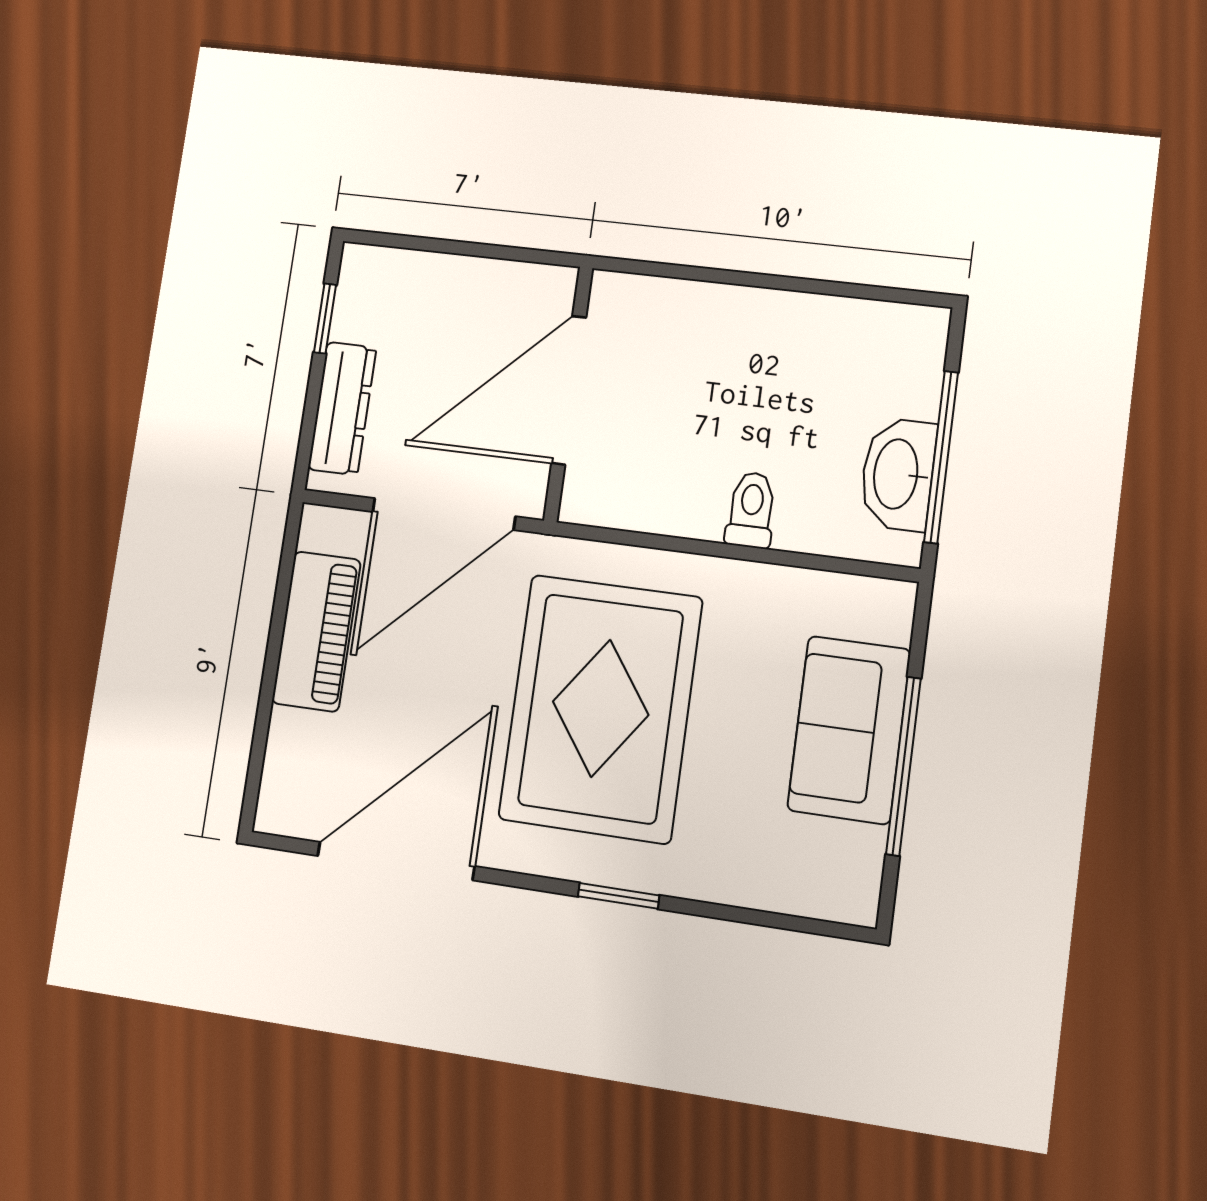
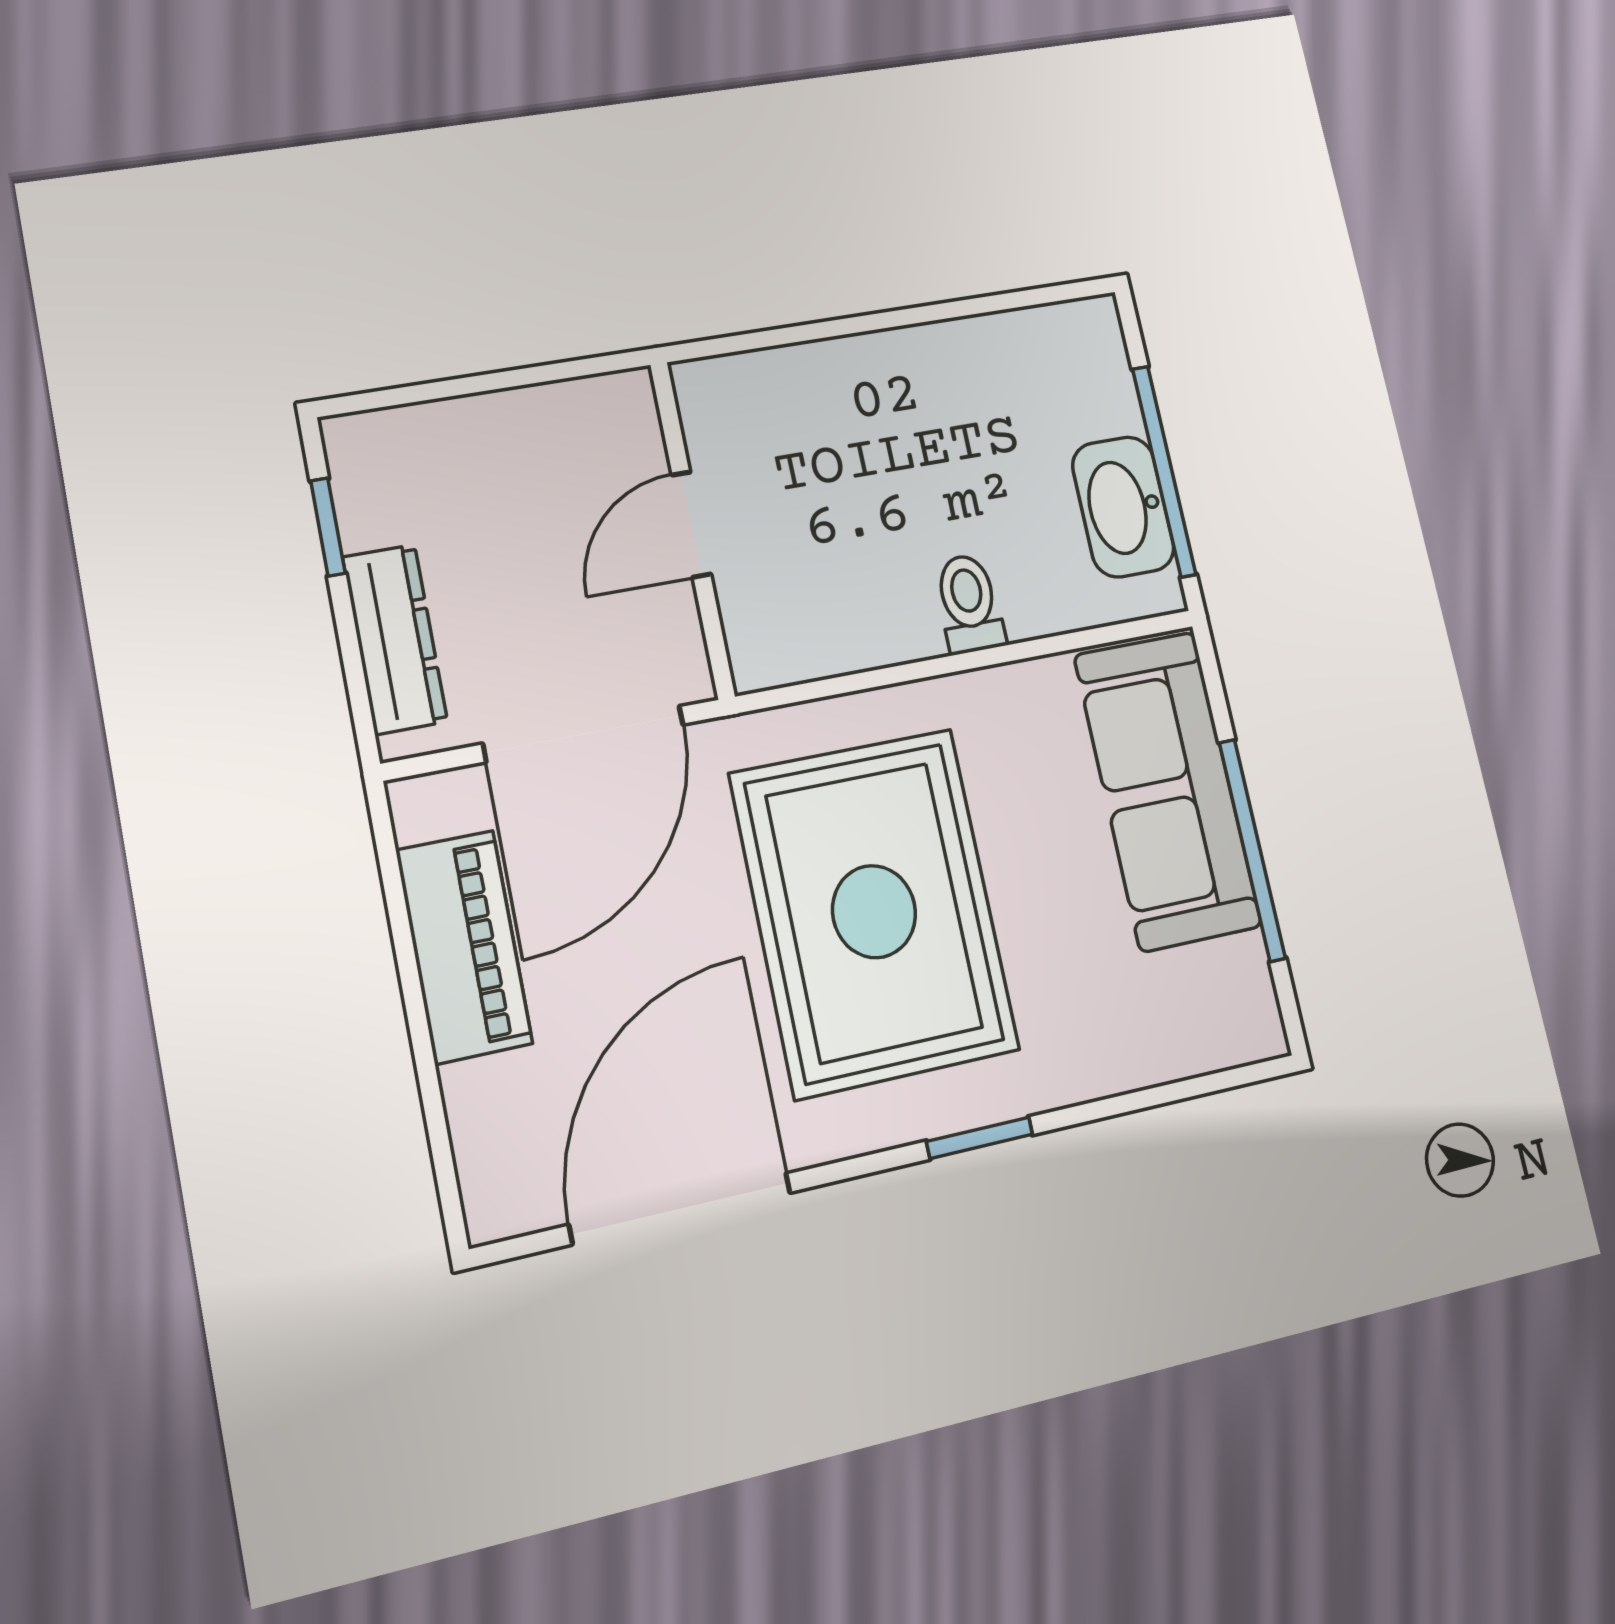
door: (569, 390) -> (691, 524), width x0.53
sofa: (849, 730) -> (1167, 790), width x1.36

